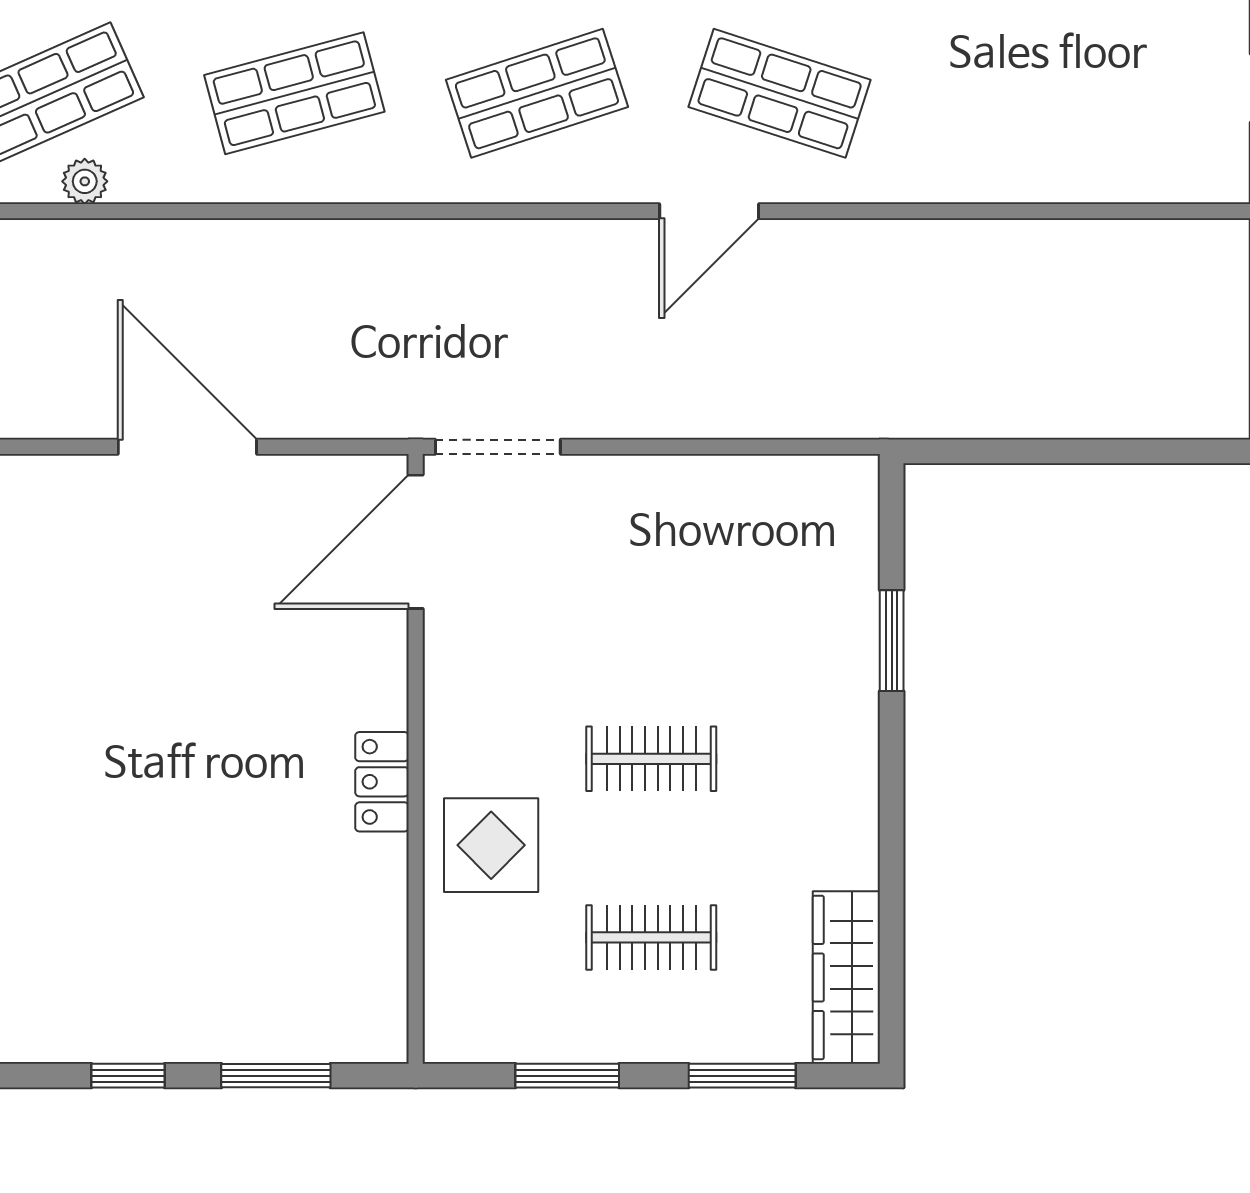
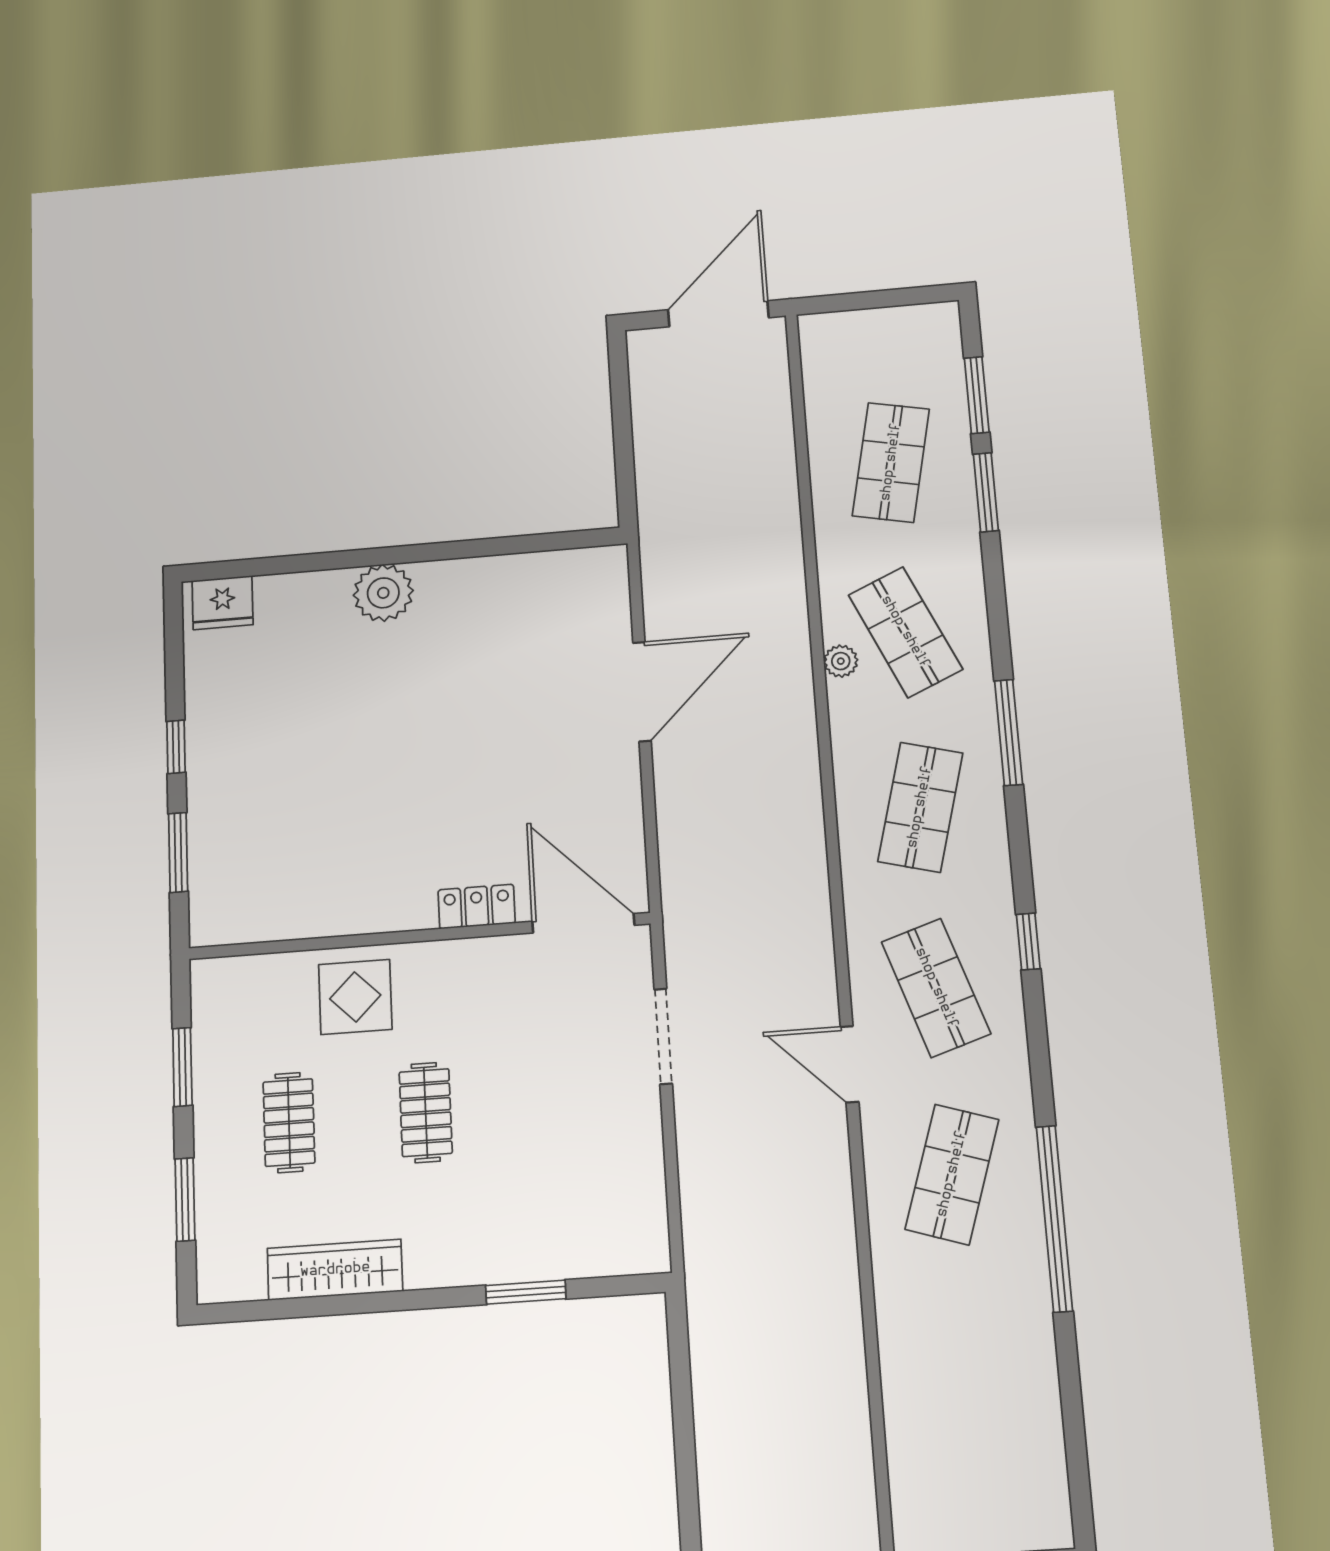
shop shelf: (294, 93) -> (920, 807), turned 30
door: (709, 211) -> (849, 1064), moved
door: (187, 447) -> (642, 692), moved
doorway: (498, 447) -> (663, 1036), moved
locker: (382, 782) -> (477, 907), moved
wardrobe: (846, 977) -> (335, 1270), moved

